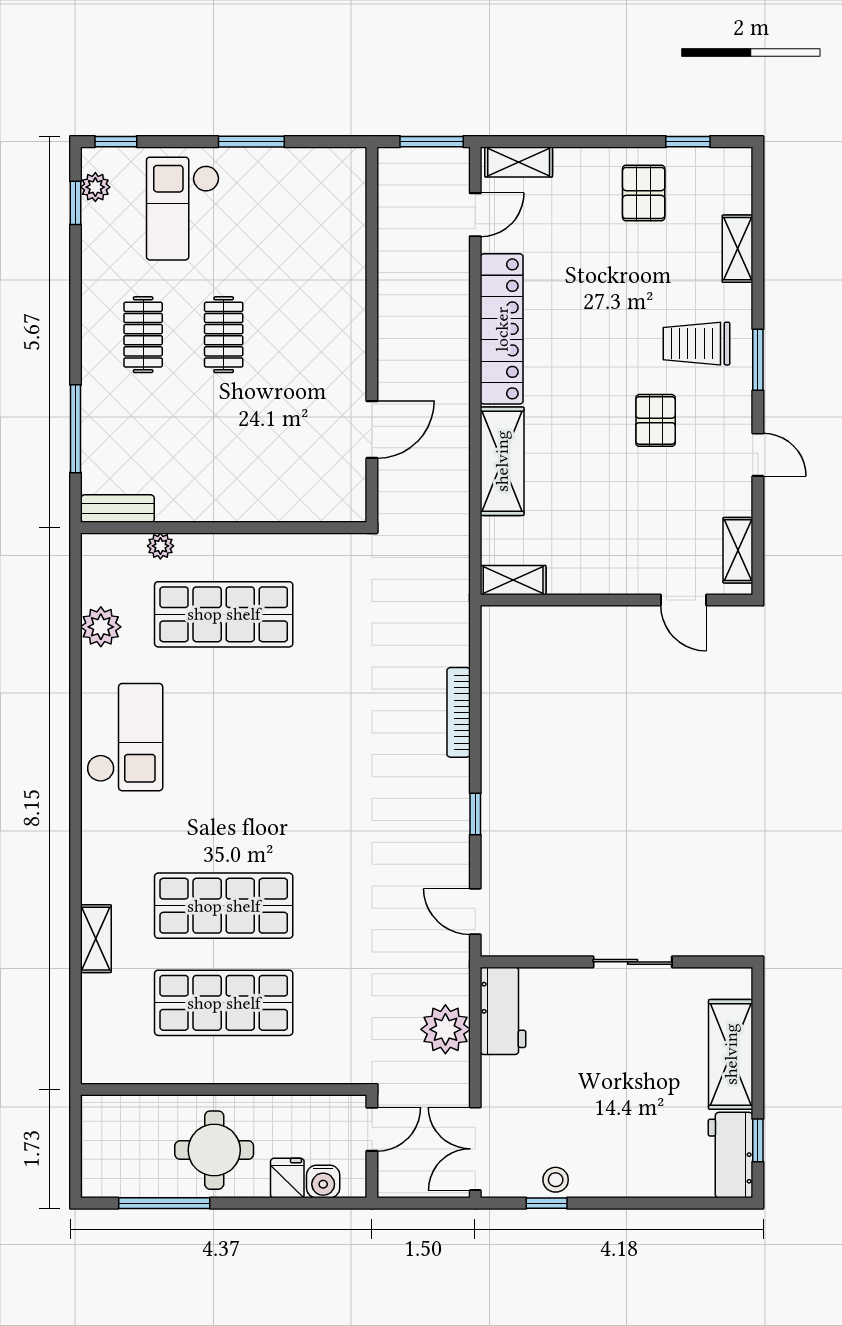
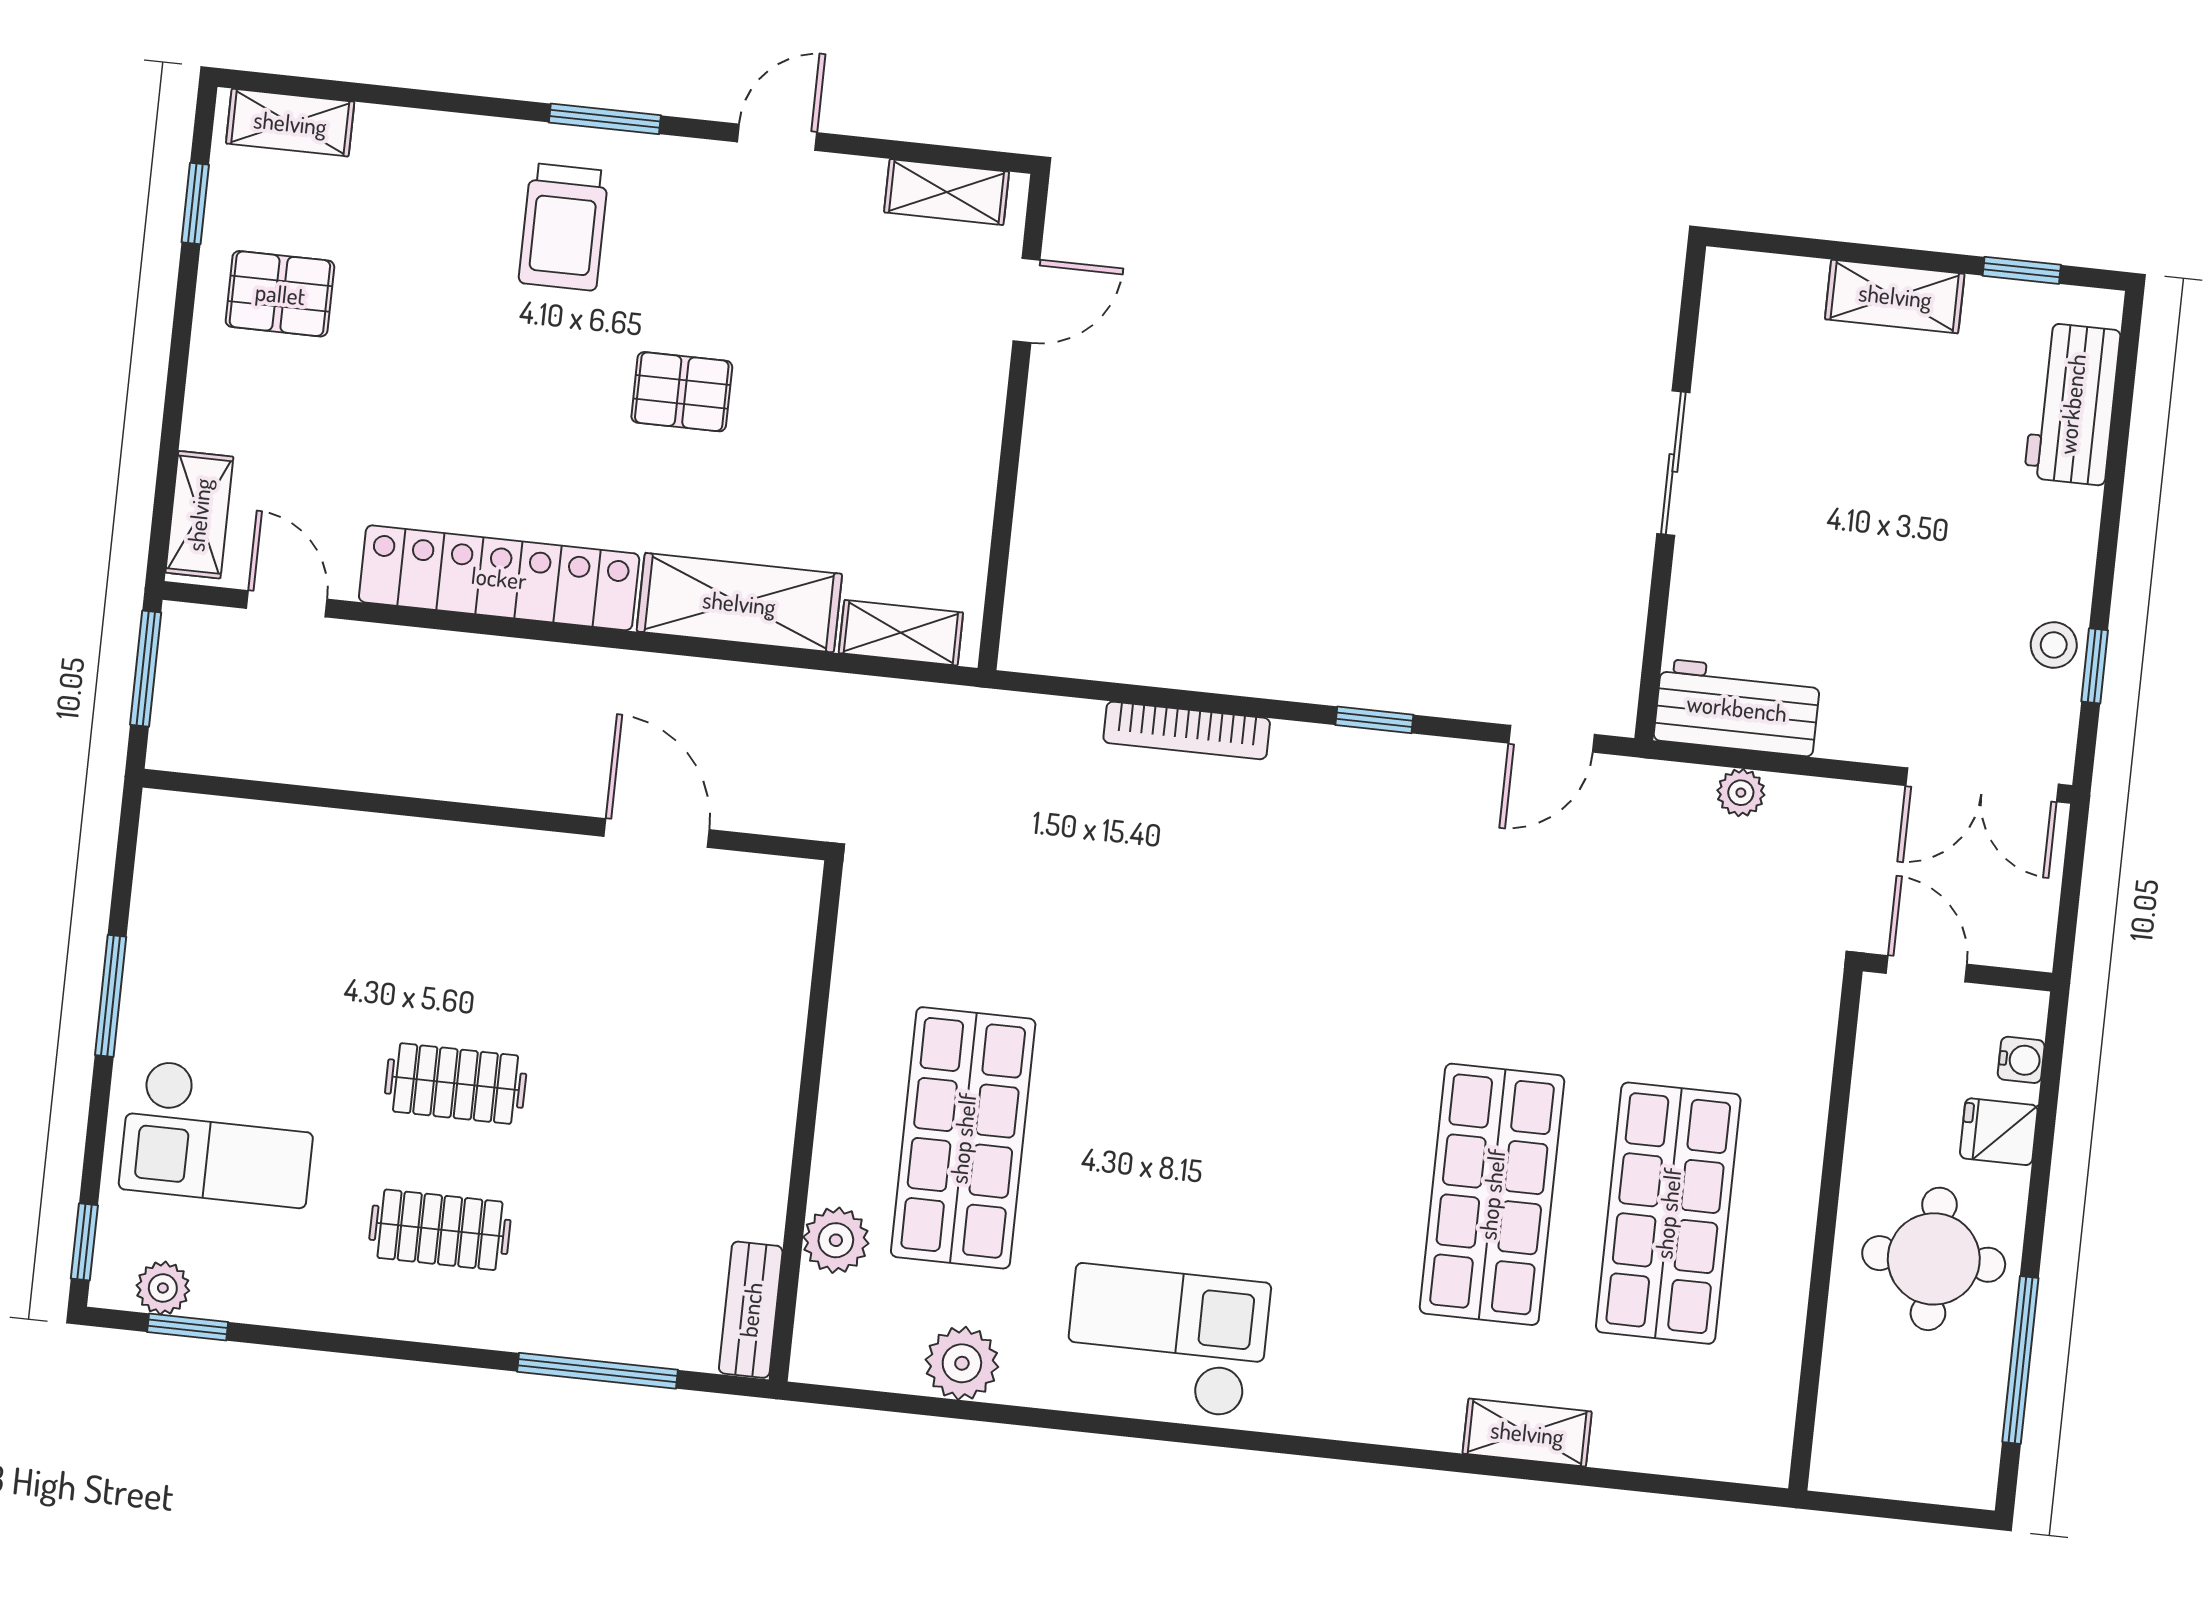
shelving: (738, 249) -> (290, 123), moved
pallet: (656, 420) -> (682, 392), moved
plant: (160, 546) -> (836, 1240), width x1.38, depth x1.38
shelving: (513, 580) -> (901, 633), moved, turned 90
plant: (445, 1029) -> (1741, 793), width x0.53, depth x0.53
shelving: (731, 1054) -> (1895, 296), width x0.67, depth x0.75
workbench: (731, 1155) -> (2072, 404), moved, turned 90
water cooler: (323, 1182) -> (2021, 1060), width x0.72, depth x0.72

